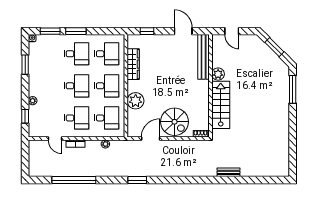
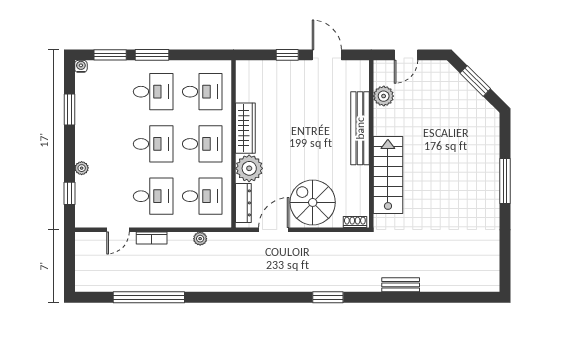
window: (147, 31) -> (287, 55), moved
door: (232, 31) -> (406, 55), hinge flipped
bench: (204, 57) -> (360, 128), moved
wardrobe: (133, 64) -> (245, 128), moved
plant: (218, 74) -> (384, 96), moved
window: (293, 89) -> (505, 181), moved
dresser: (132, 122) -> (243, 203), added
spiral stairs: (175, 122) -> (313, 202), turned 180
door: (55, 139) -> (118, 230), hinge flipped
window: (137, 180) -> (328, 297), moved

